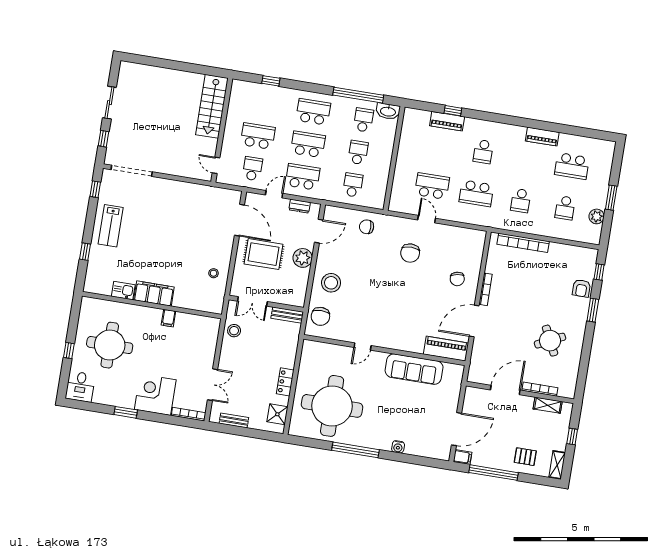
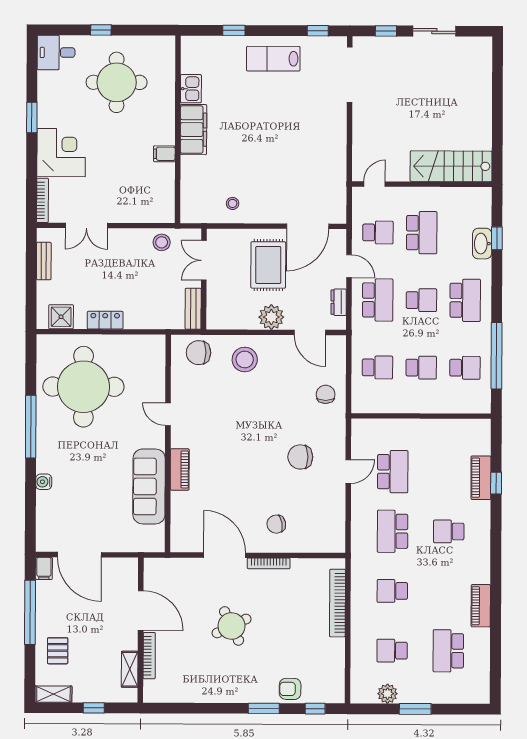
washbasin: (388, 111) -> (482, 244), moved
school desk: (308, 144) -> (421, 300), width x0.54
round table: (550, 341) -> (232, 626), moved
piano: (446, 349) -> (180, 469), moved, width x0.73, depth x0.75

